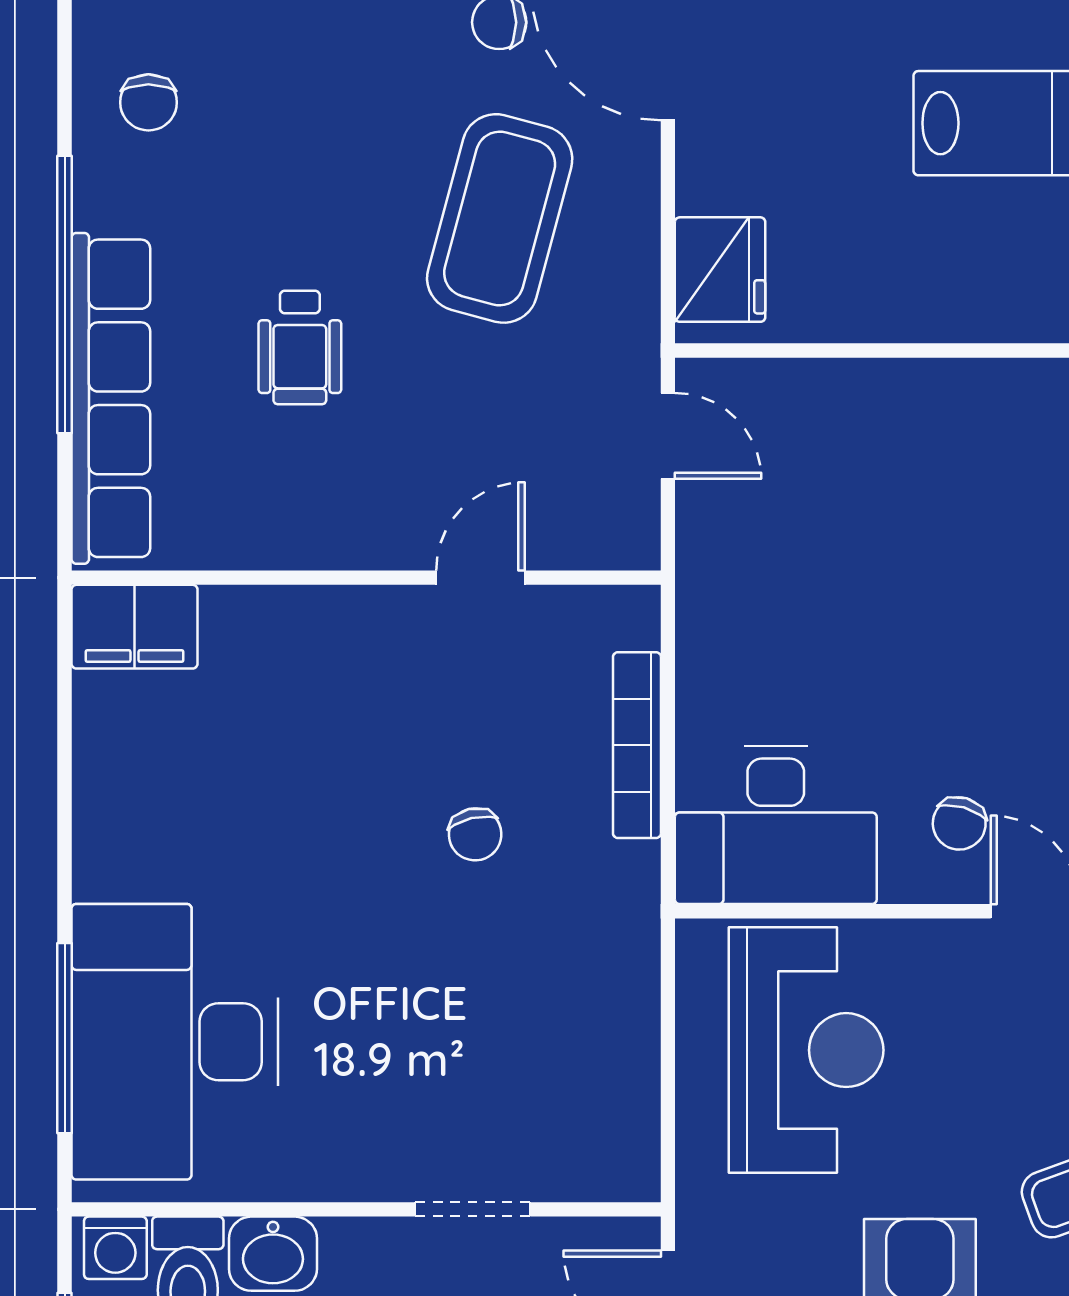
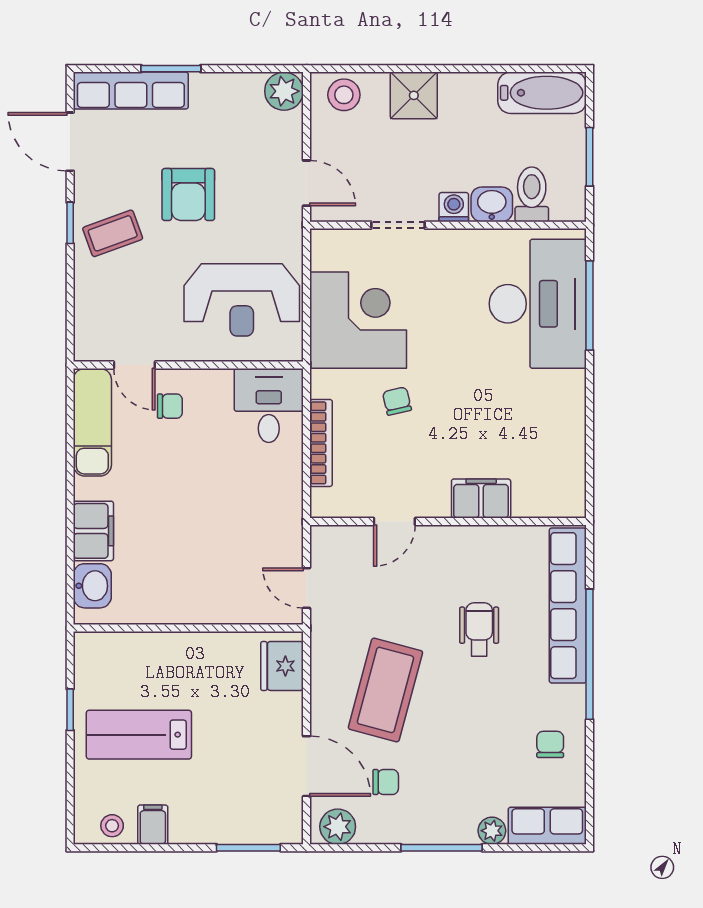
filing cabinet: (134, 627) -> (481, 498), moved
chair: (959, 823) -> (170, 406), turned 74
desk: (776, 825) -> (269, 405), width x0.73
corner desk: (558, 1007) -> (358, 320), added
reception desk: (806, 1050) -> (242, 300), turned -90
washing machine: (115, 1248) -> (454, 207), moved

